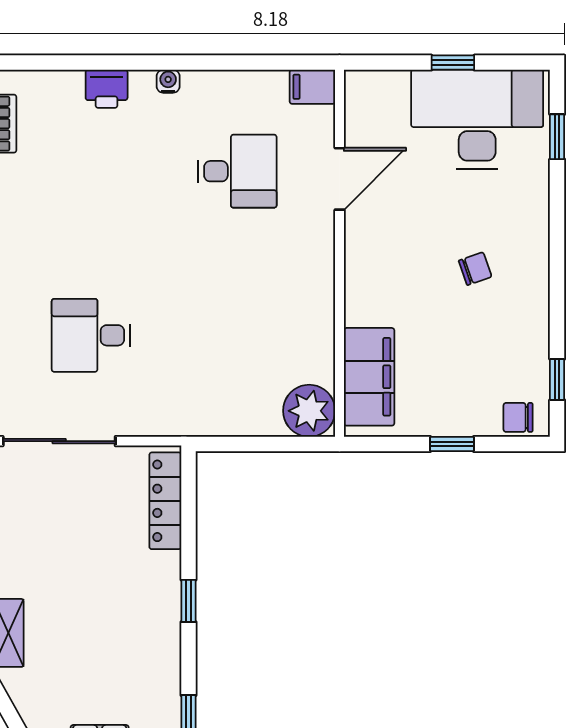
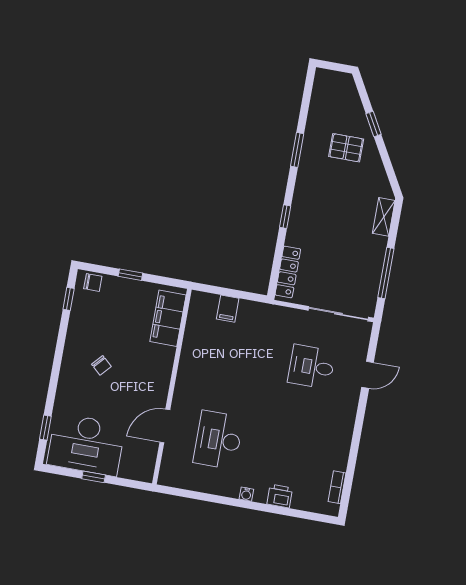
filing cabinet: (312, 87) -> (228, 309), moved, turned 90
desk: (237, 171) -> (218, 440), width x1.37
chair: (475, 269) -> (101, 365), turned -119
desk: (91, 335) -> (311, 367), turned 180
plant: (309, 411) -> (203, 306), removed

